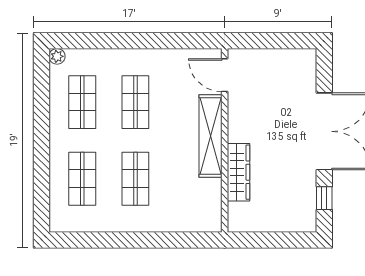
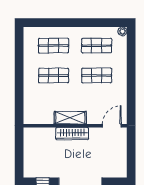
shelving: (210, 136) -> (70, 118), width x0.68
wardrobe: (239, 172) -> (72, 134), moved

